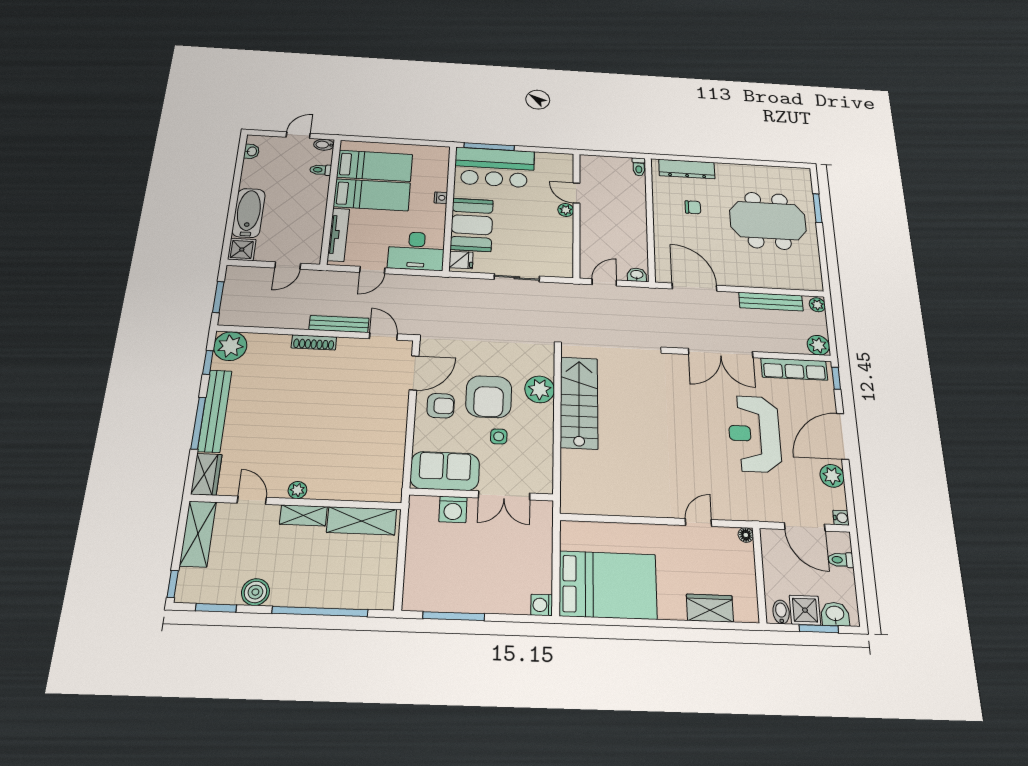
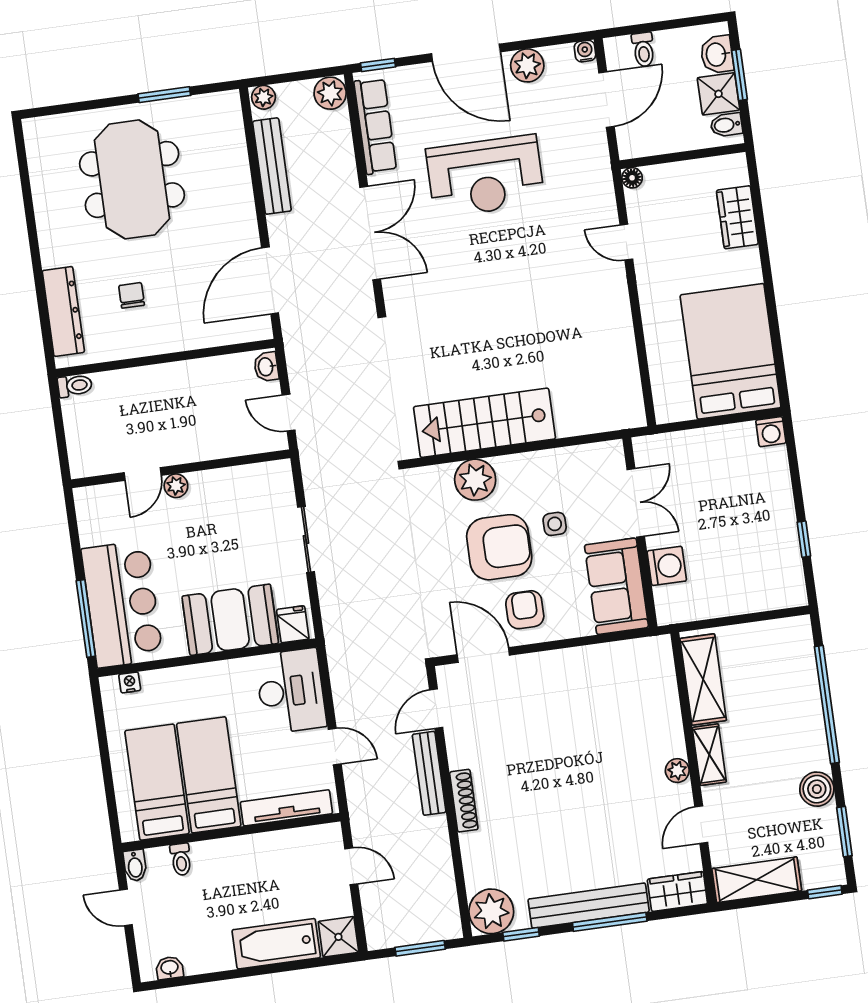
nightstand: (441, 198) -> (130, 682), moved
window: (817, 208) -> (164, 95), moved
window: (454, 616) -> (804, 539), width x0.46

